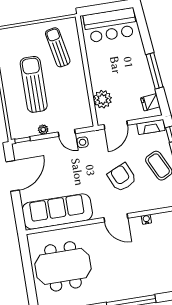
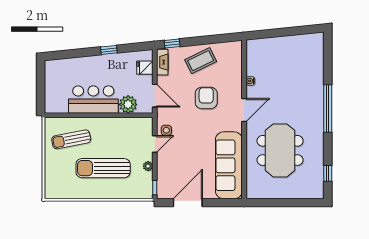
bar counter: (110, 25) -> (93, 100), moved, turned -90
window: (155, 71) -> (109, 50), width x0.46
fridge: (150, 102) -> (145, 68), moved, turned 96
door: (13, 176) -> (188, 203), hinge flipped
armchair: (122, 177) -> (206, 98), turned 114
meeting table: (63, 266) -> (280, 150), moved

